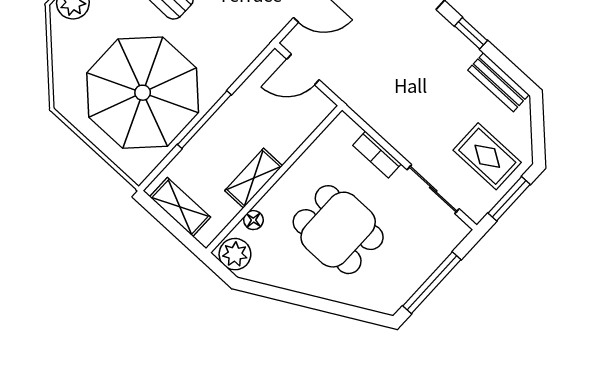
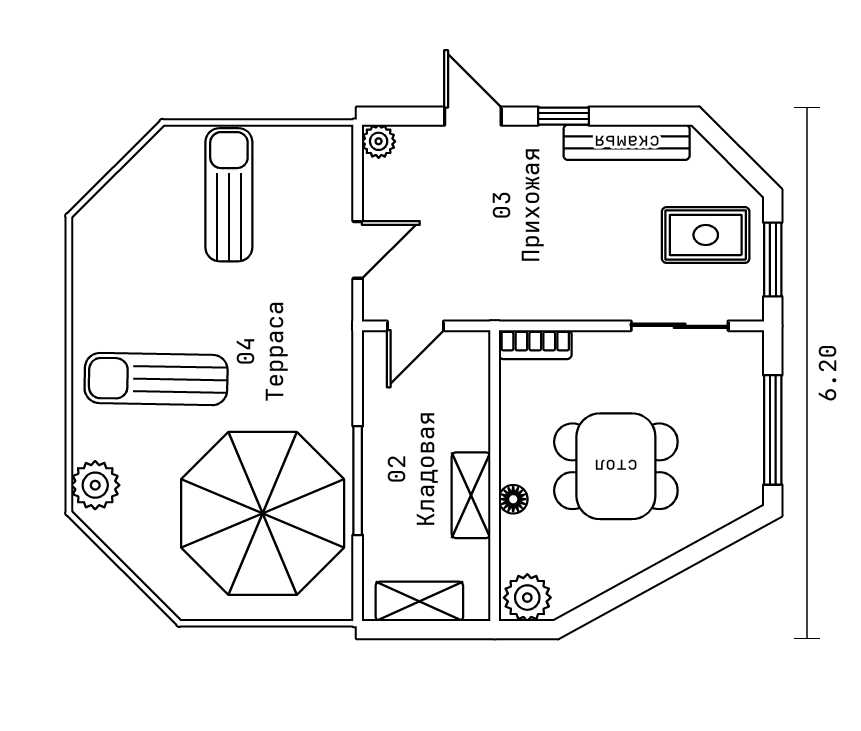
bench: (498, 82) -> (627, 142), width x1.36
bookcase: (377, 155) -> (535, 345), moved
floor lamp: (253, 220) -> (513, 499), moved

